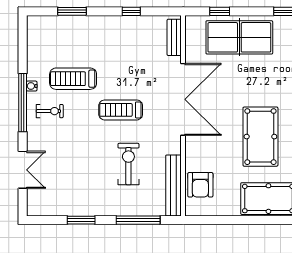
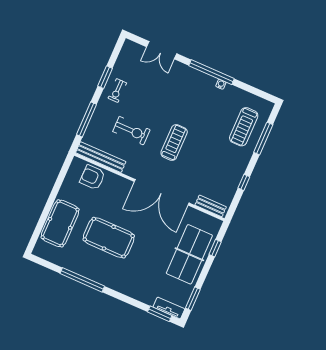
window: (72, 11) -> (263, 138), width x1.44
treadmill: (73, 79) -> (244, 127), moved, turned 180
exercise bike: (50, 111) -> (117, 91), moved

